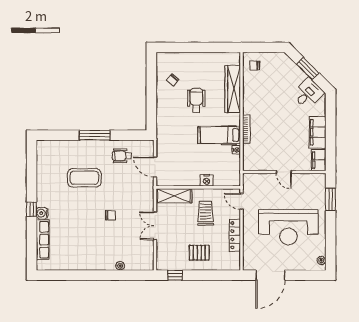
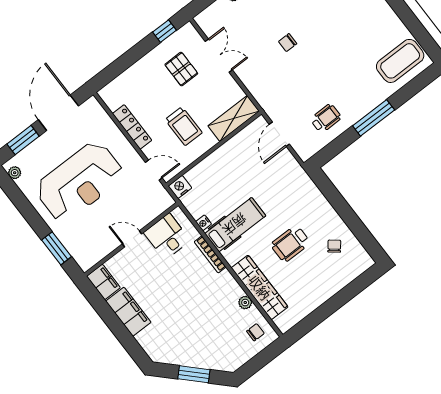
plant: (247, 87) -> (245, 303), added
desk: (308, 94) -> (167, 236), moved, turned 135
wheelchair: (196, 100) -> (290, 244), turned 90
door: (155, 167) -> (279, 134), swing flipped
coffee table: (84, 178) -> (400, 61), moved
nightstand: (207, 180) -> (180, 187), moved
double door: (155, 226) -> (219, 56), moved
reception desk: (288, 227) -> (80, 182), turned 180
pallet: (199, 253) -> (181, 69), moved, turned 90
window: (302, 275) -> (23, 140), added

